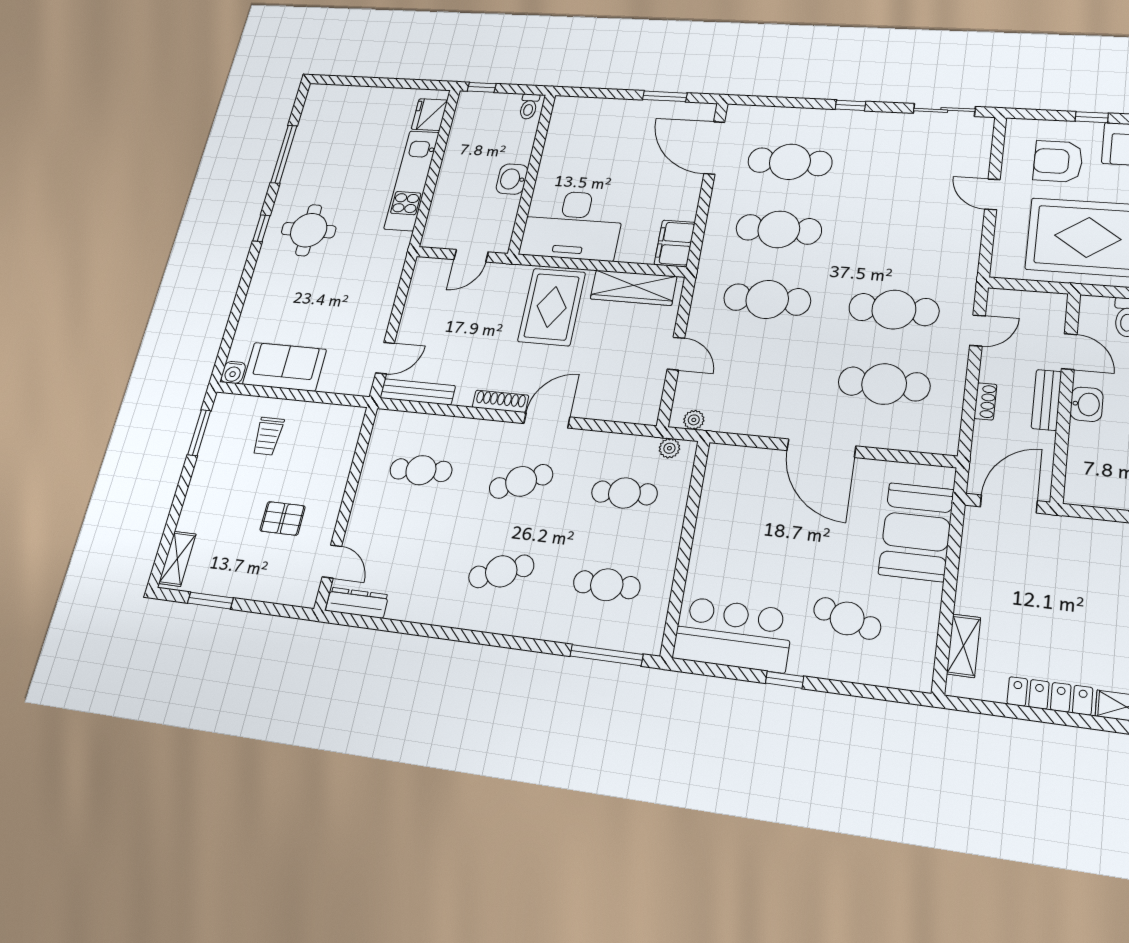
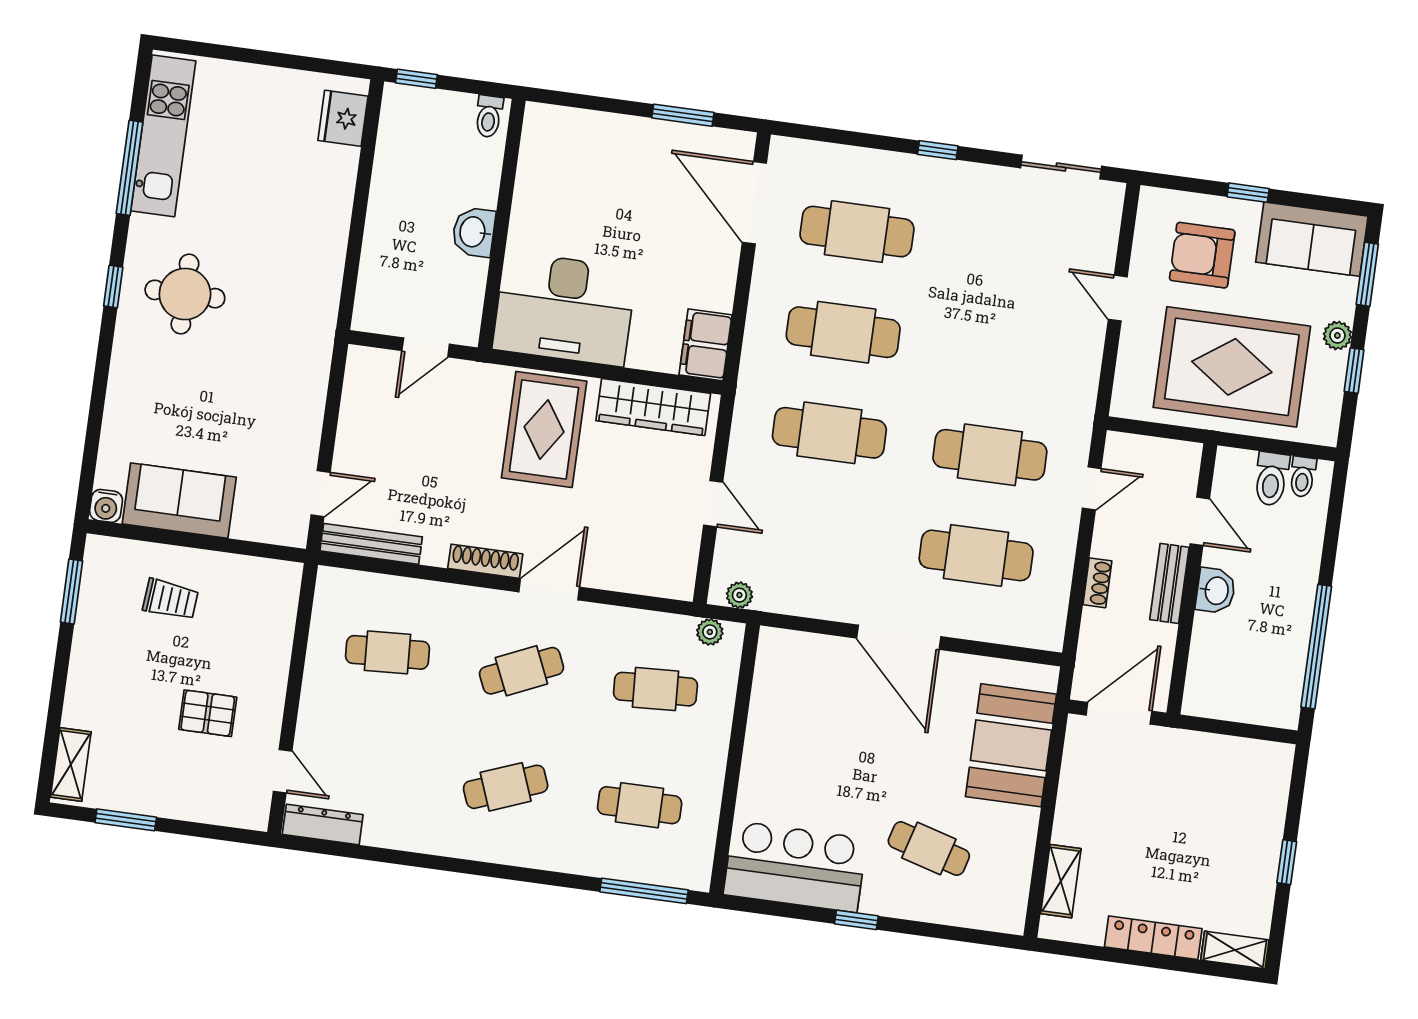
kitchen unit: (412, 180) -> (163, 136), moved, turned 180
trolley: (268, 436) -> (171, 599), turned -85

